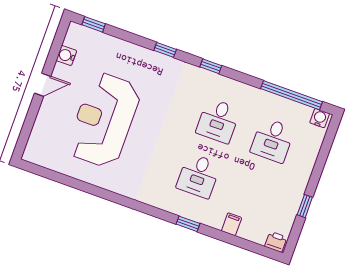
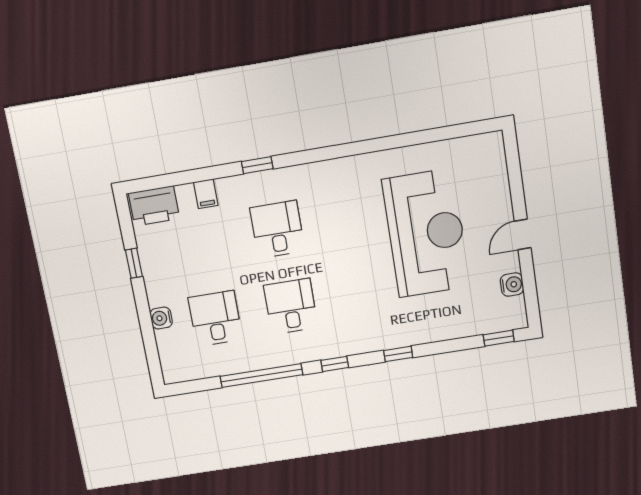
window: (292, 95) -> (261, 375), moved
water cooler: (320, 118) -> (161, 318), moved, turned 90
printer: (276, 242) -> (154, 206), width x1.87, depth x1.48

